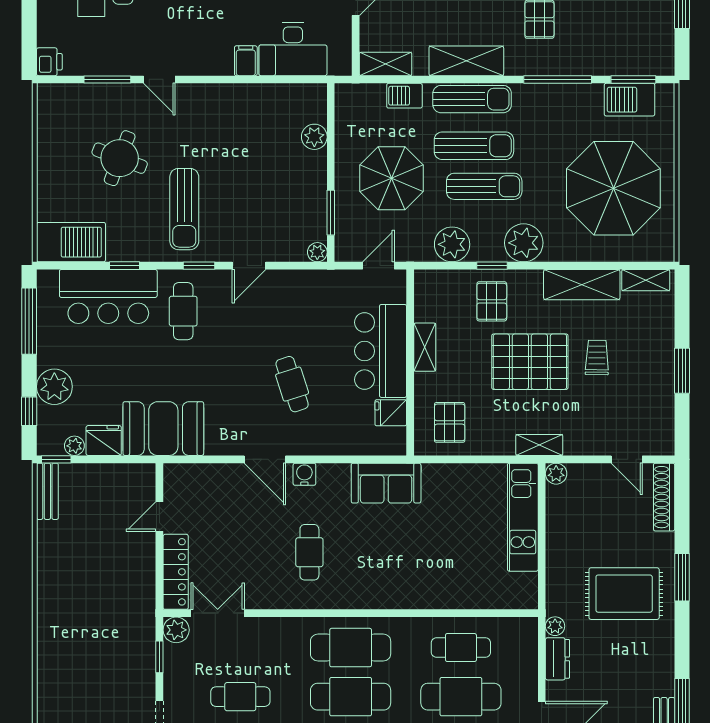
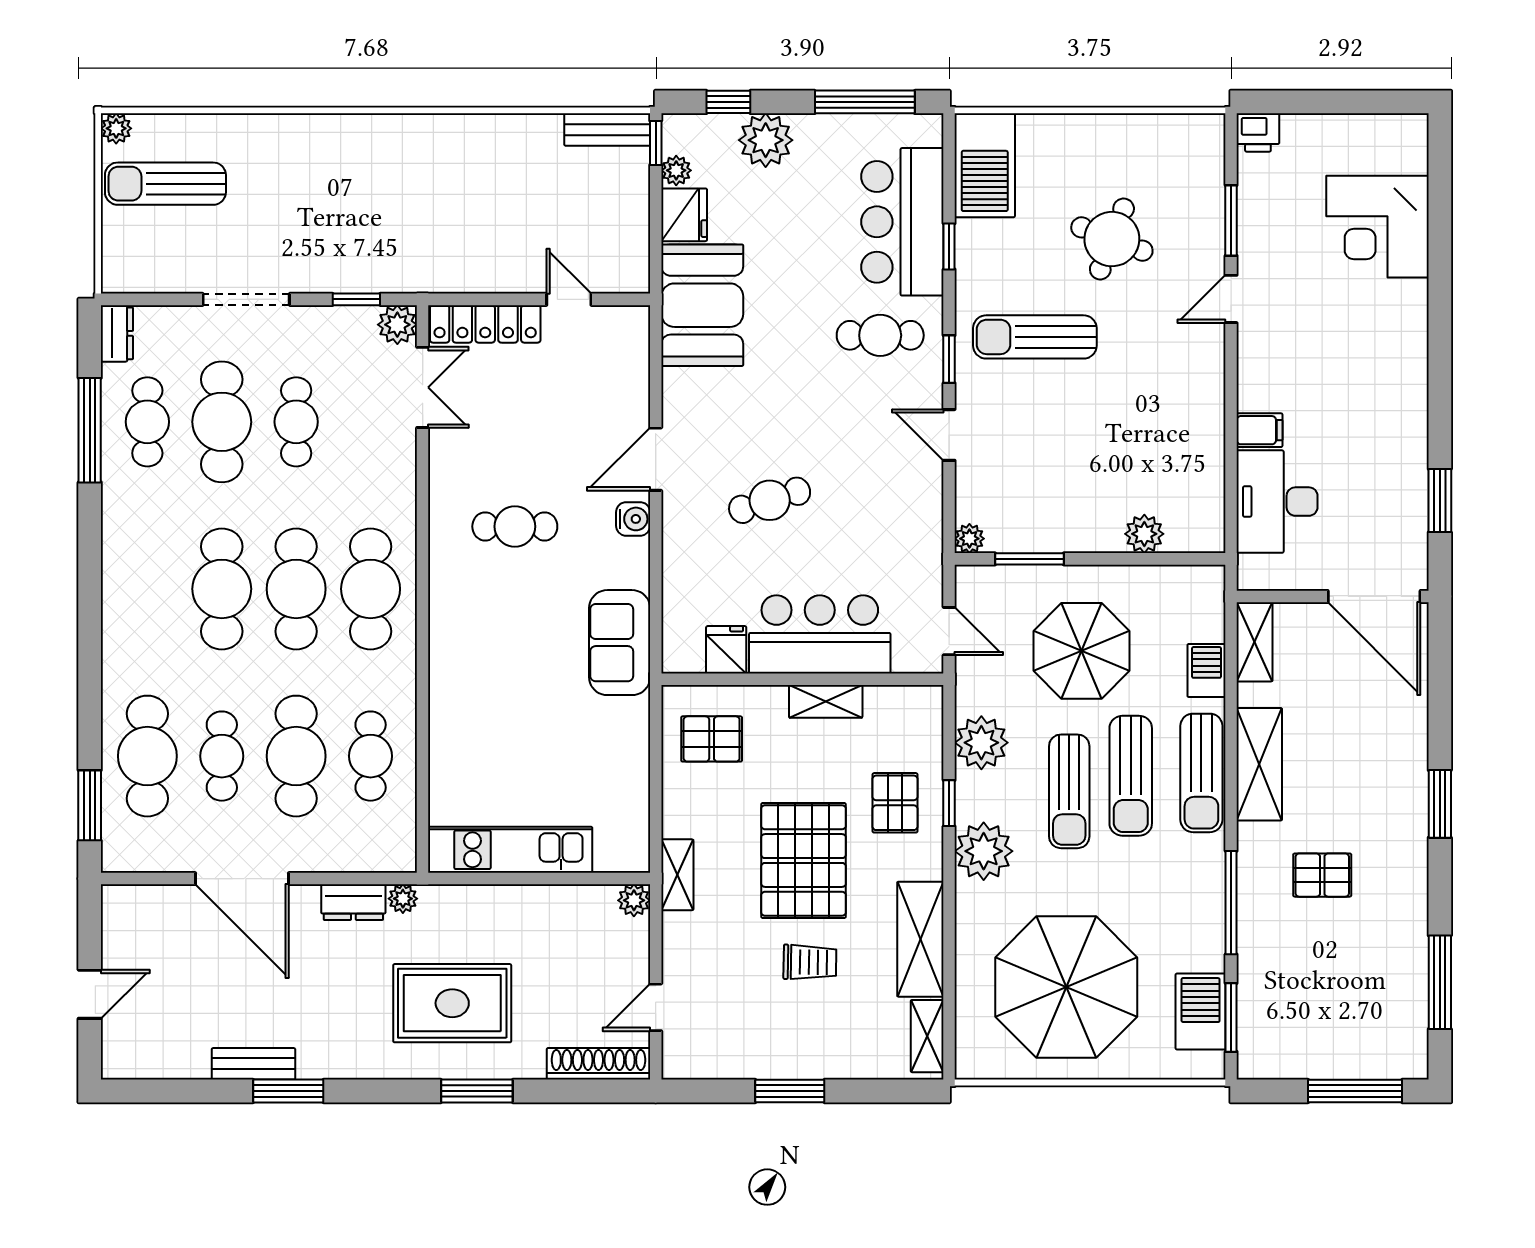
pallet: (492, 301) -> (895, 803), turned 90
kitchen unit: (523, 517) -> (510, 850), moved
rug: (624, 594) -> (452, 1003), turned 90

